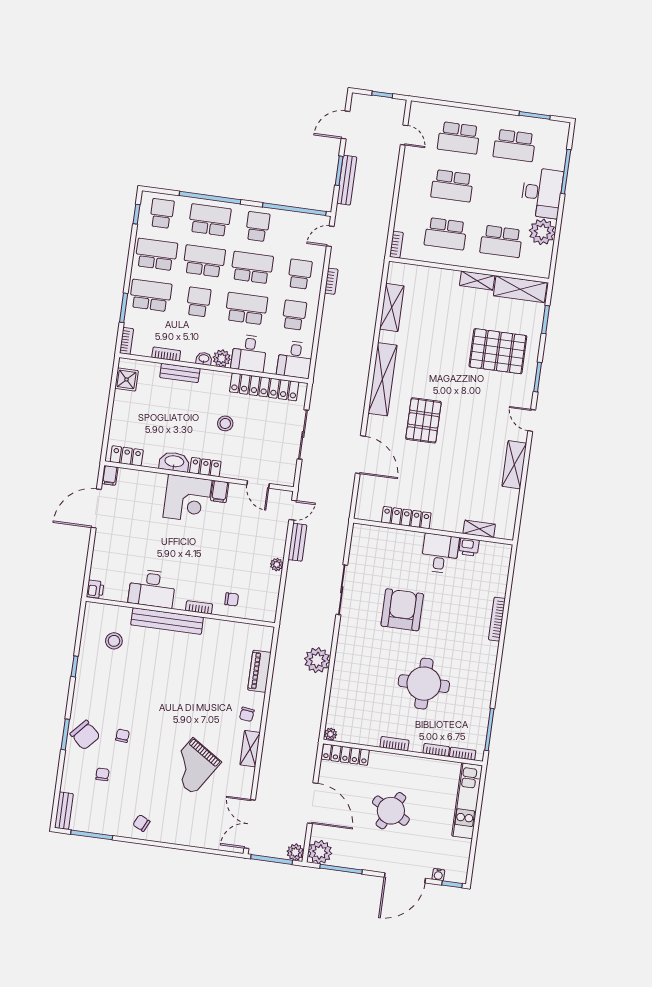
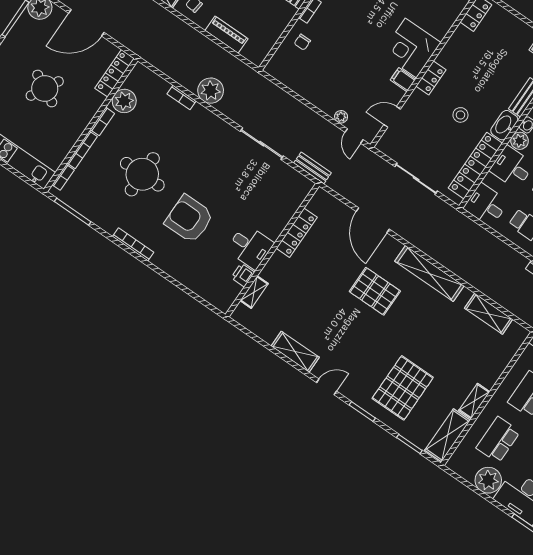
door: (360, 455) -> (373, 220), hinge flipped
washbasin: (174, 462) -> (504, 125), moved, turned 180
bench: (297, 542) -> (313, 168), moved
plant: (277, 565) -> (341, 117), moved
armchair: (402, 610) -> (189, 219), moved, turned 180
bookcase: (497, 619) -> (133, 244), moved
bookcase: (337, 683) -> (181, 97), added
plant: (330, 734) -> (124, 101), moved, width x1.88, depth x1.88
bookcase: (436, 750) -> (82, 150), width x1.56

